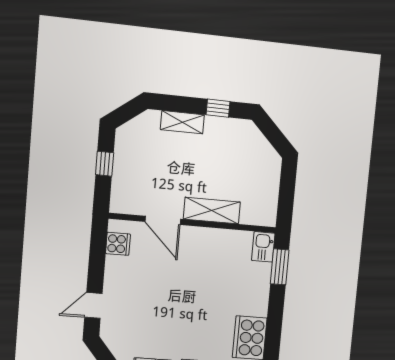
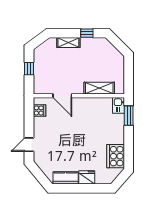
shelving: (212, 211) -> (99, 88), moved

